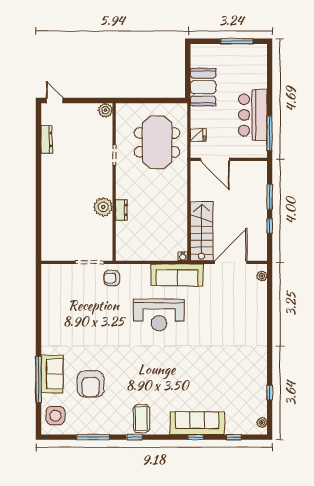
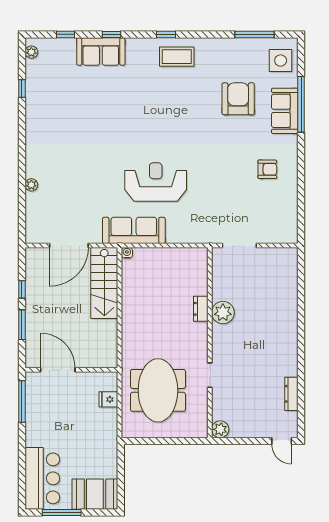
booth: (203, 87) -> (95, 494), moved, turned 90
bar counter: (253, 115) -> (42, 478), moved
door: (215, 159) -> (58, 370), moved
plant: (262, 276) -> (31, 185), moved
armchair: (112, 278) -> (267, 169), moved
coffee table: (141, 419) -> (177, 57), turned 90
sofa: (197, 423) -> (101, 51), width x0.73
window: (93, 437) -> (254, 34), moved
window: (134, 437) -> (166, 34), moved

